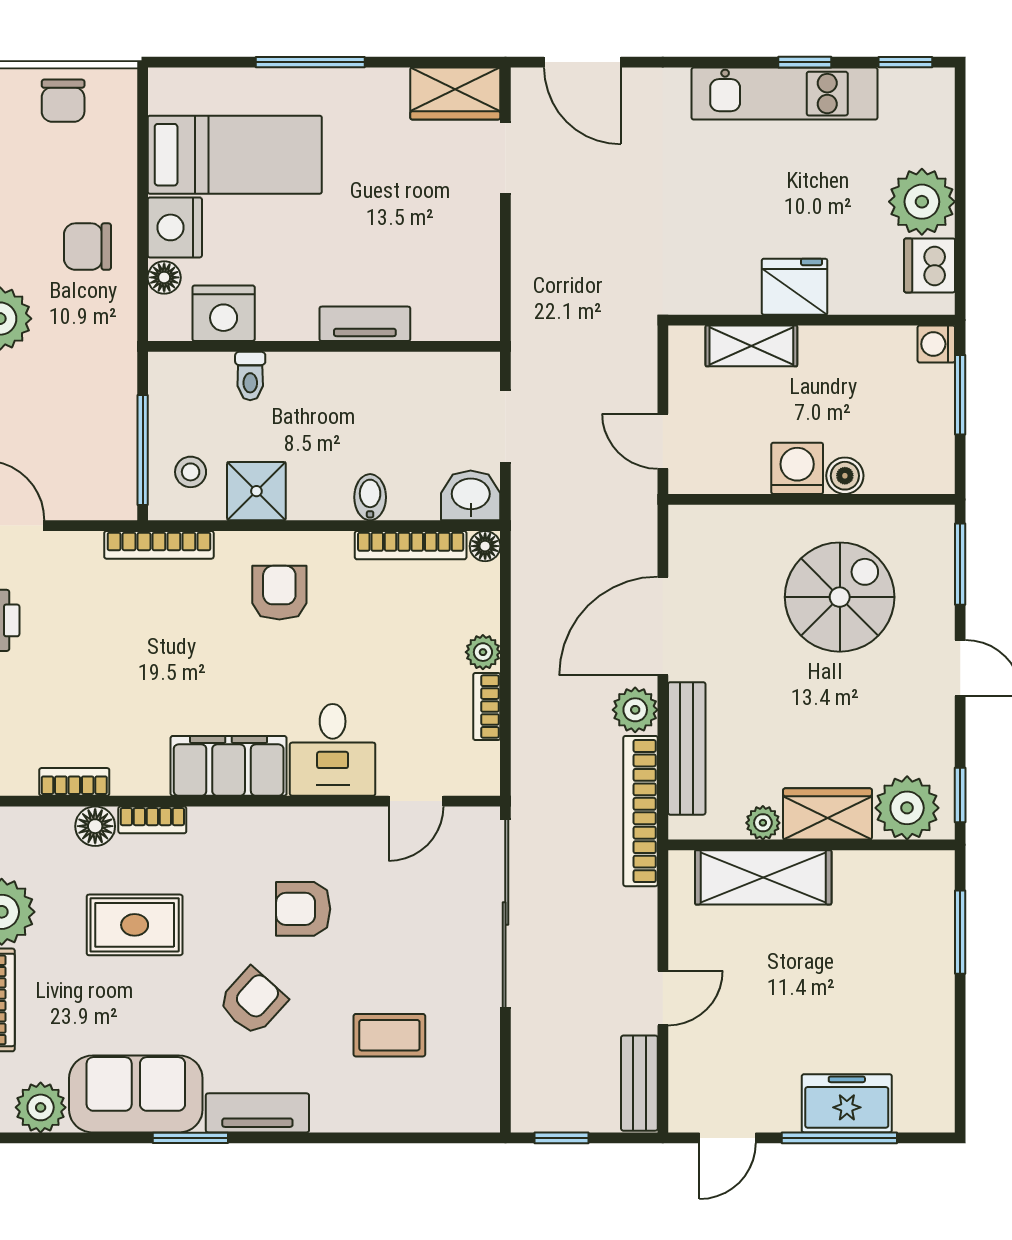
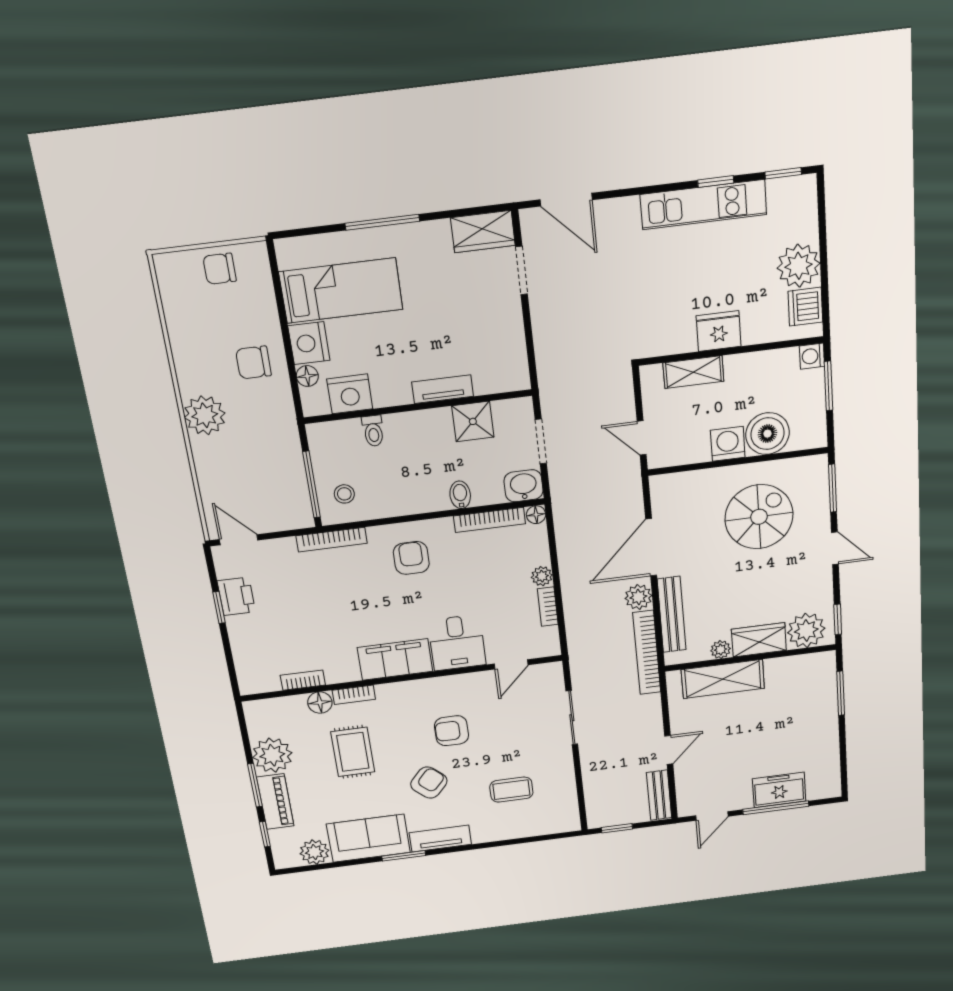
chair: (63, 101) -> (220, 269), turned 90
boiler: (845, 476) -> (767, 434), width x1.86, depth x1.86
shower: (256, 491) -> (473, 421), moved
sliding door: (505, 913) -> (572, 718), width x0.54
rug: (135, 925) -> (353, 752), turned 90

